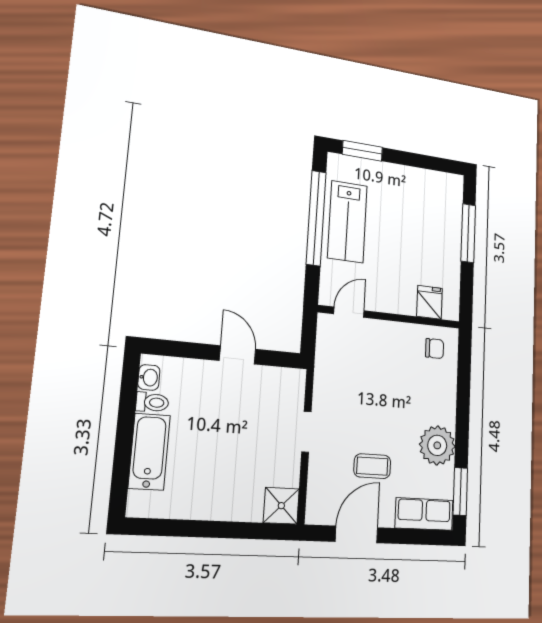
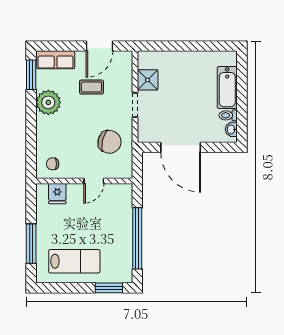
lab bench: (347, 222) -> (74, 261), moved, turned 90
door: (349, 312) -> (94, 181), moved
door: (238, 355) -> (181, 147), width x1.87
chair: (349, 375) -> (109, 142), added
shower: (281, 506) -> (148, 80), moved

